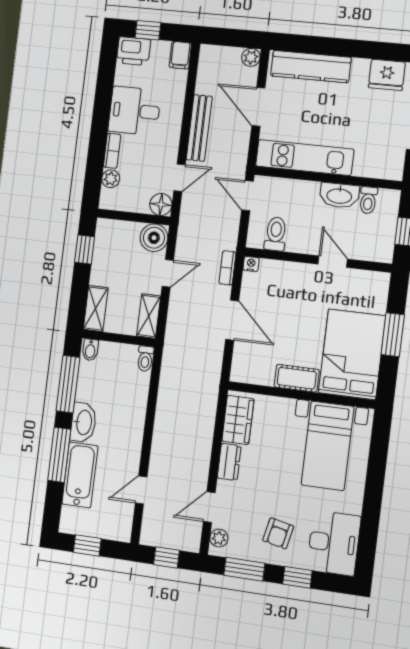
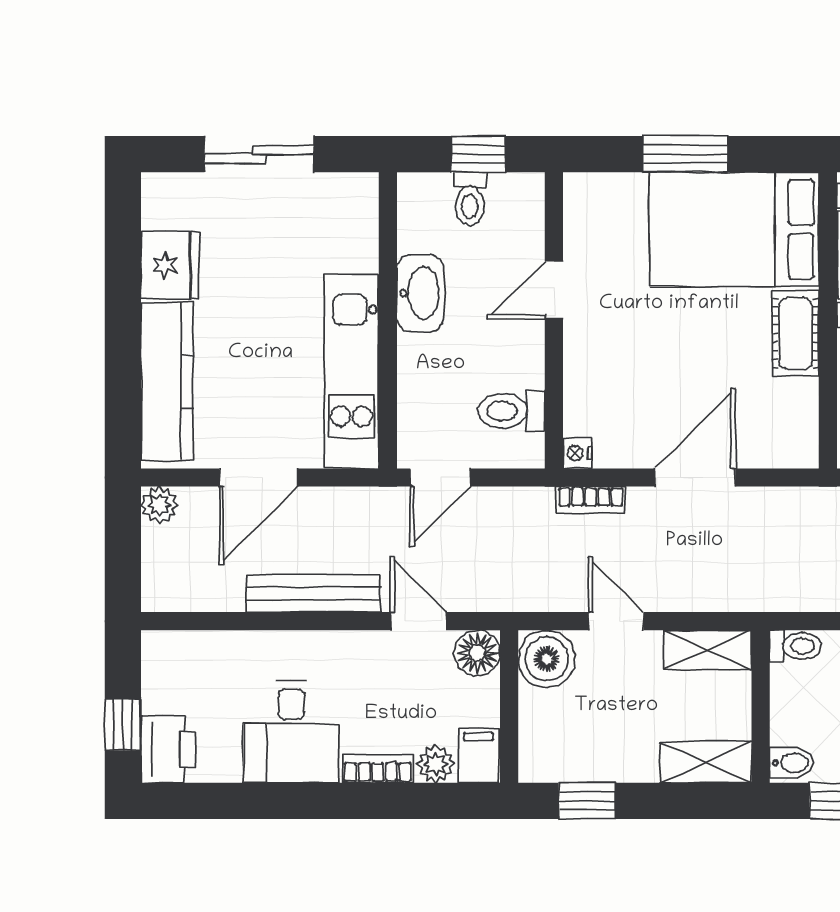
filing cabinet: (180, 55) -> (478, 756), moved, turned -90
fridge: (387, 75) -> (170, 265), moved
toilet: (368, 200) -> (470, 199), moved, turned 90

